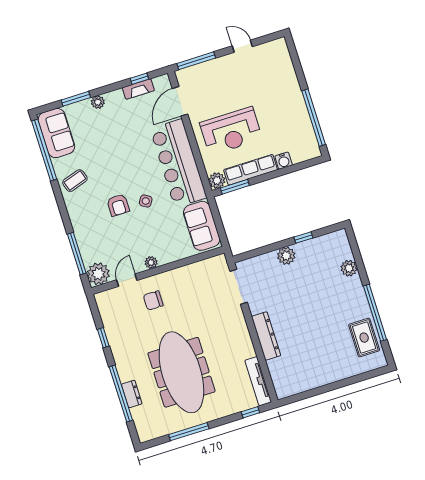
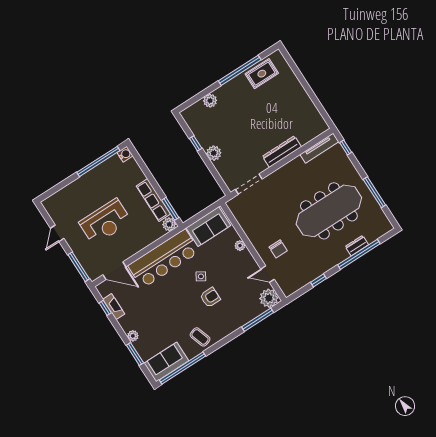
reception desk: (231, 131) -> (105, 222), moved, turned 90
water cooler: (284, 161) -> (125, 154), moved
plant: (151, 263) -> (240, 246), moved

